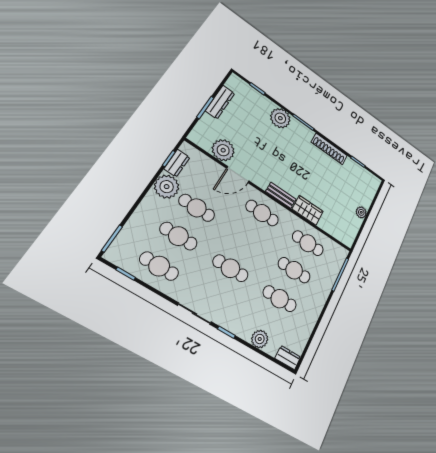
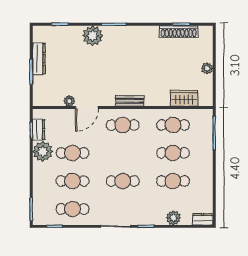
shoe rack: (329, 149) -> (179, 32), moved
plant: (223, 150) -> (69, 101), width x0.53, depth x0.53
wardrobe: (308, 210) -> (184, 98), moved

